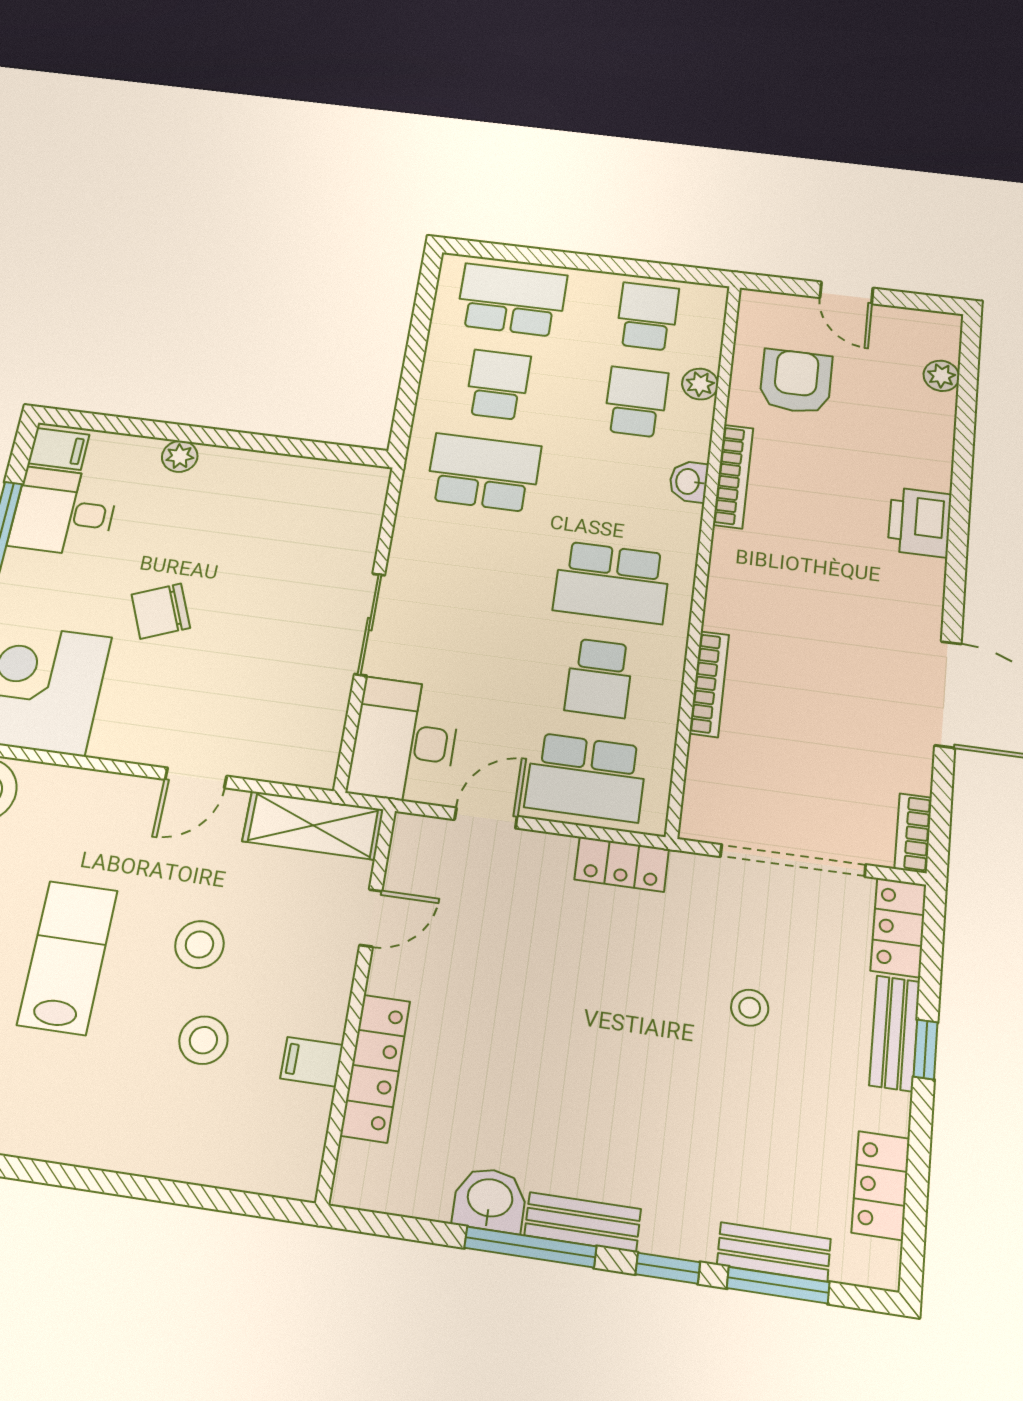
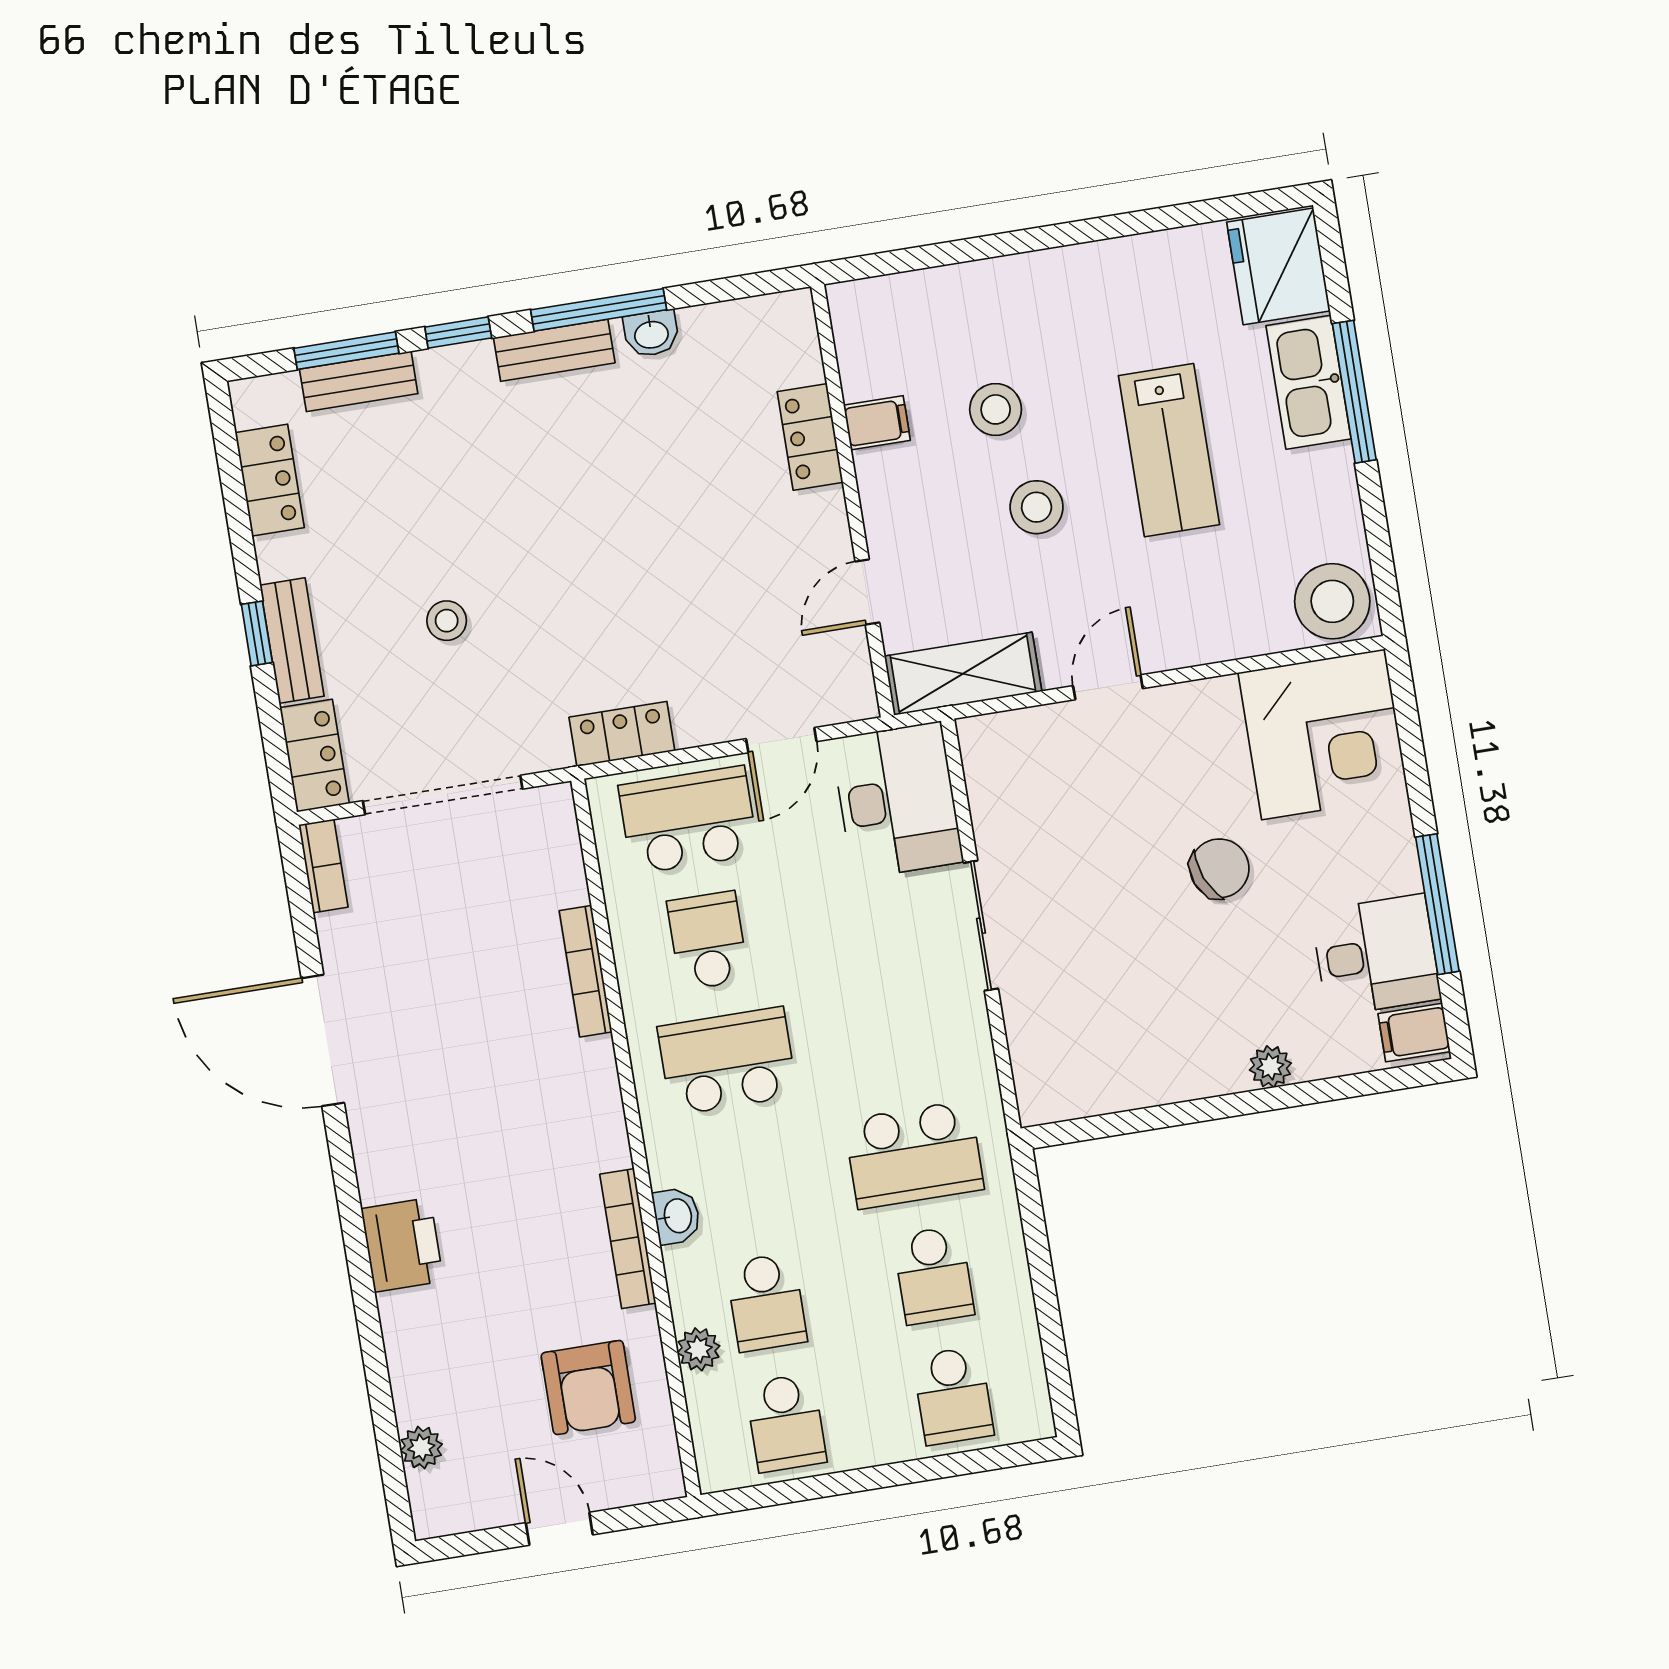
school desk: (512, 300) -> (953, 1396), width x0.54
locker: (375, 1068) -> (810, 437), width x0.66
washbasin: (490, 1200) -> (651, 334), width x0.72, depth x0.69

